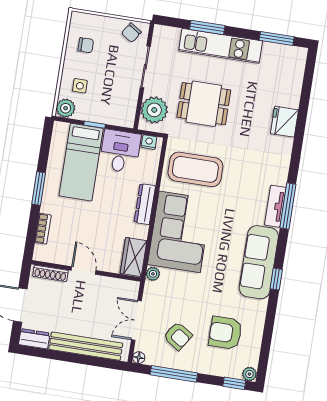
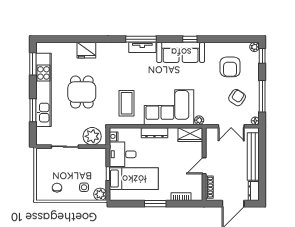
chair: (131, 33) -> (44, 159), removed
kitchen unit: (221, 46) -> (43, 90), width x1.36
dining table: (204, 104) -> (82, 92), moved
coffee table: (195, 169) -> (127, 103), width x0.73, depth x0.76

